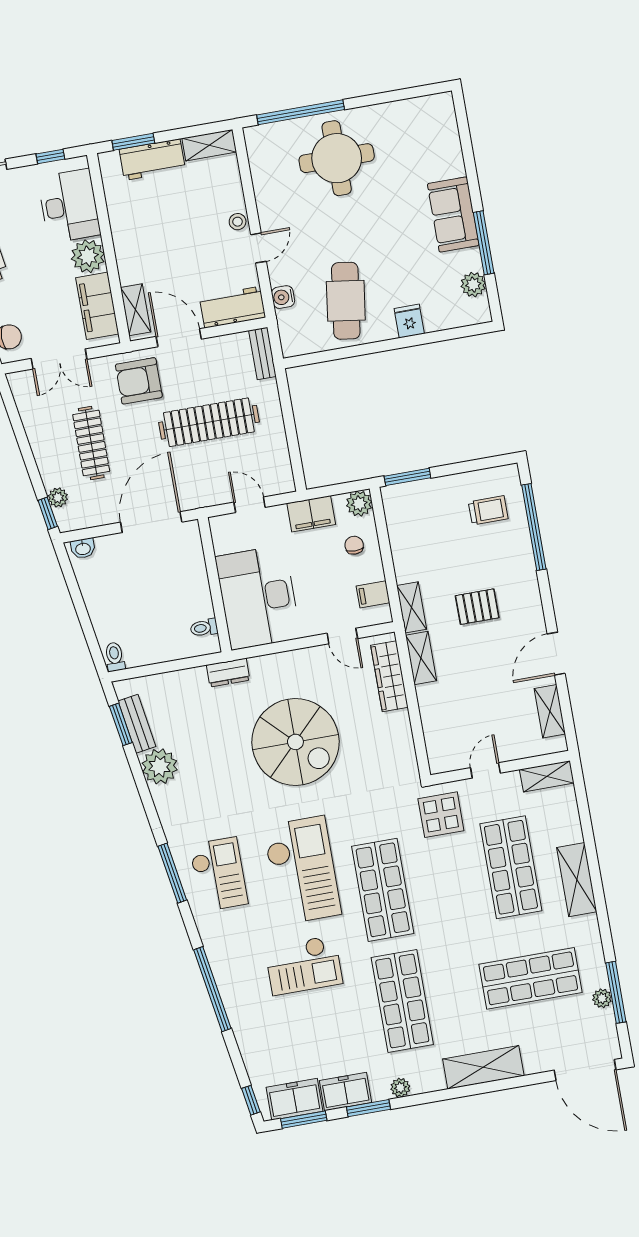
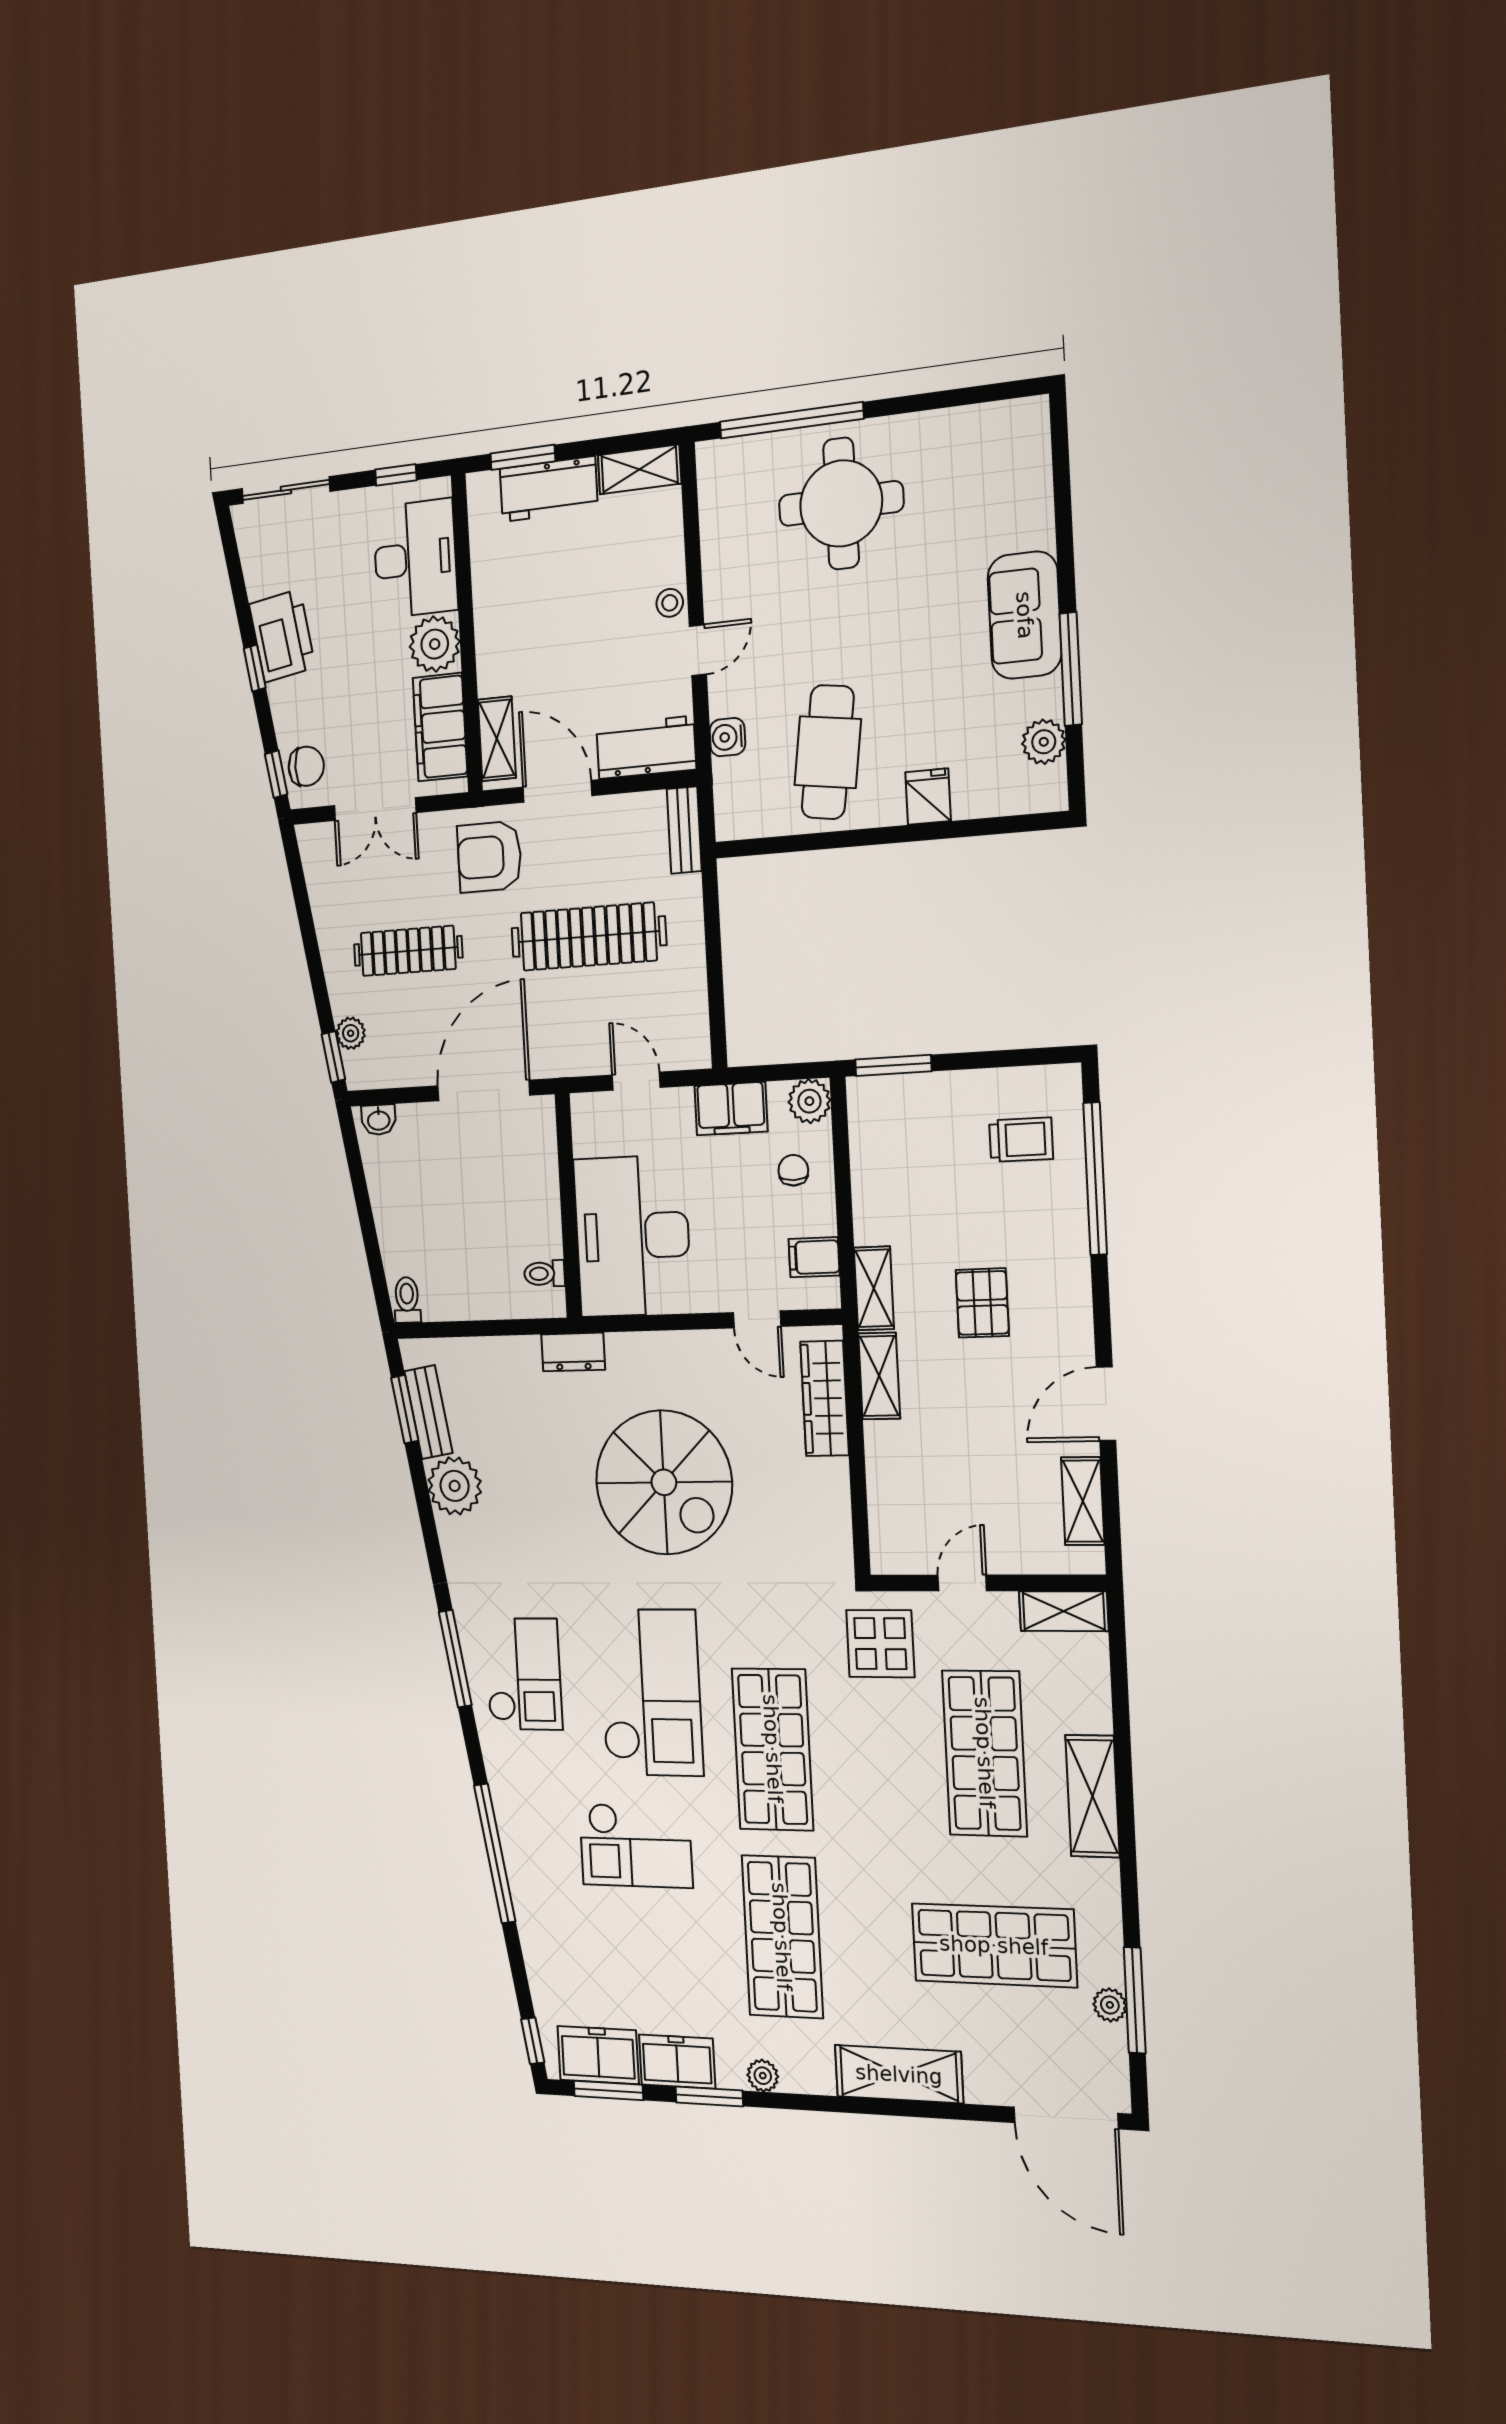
clothes rail: (91, 443) -> (408, 951), turned 90
pallet: (477, 607) -> (982, 1303), turned 90

